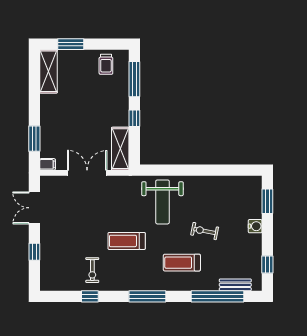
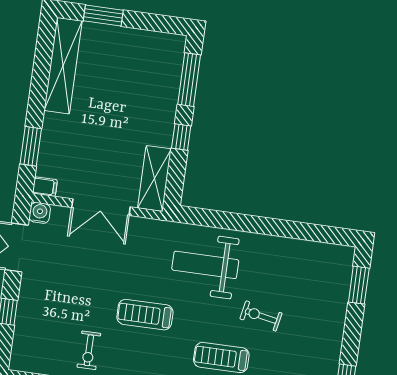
trolley: (106, 64) -> (151, 52), removed
shelving: (48, 71) -> (63, 66), width x1.47
double door: (87, 173) -> (101, 207), swing flipped
weight bench: (162, 202) -> (205, 265), turned 90
water cooler: (255, 226) -> (40, 213), moved, turned -90

